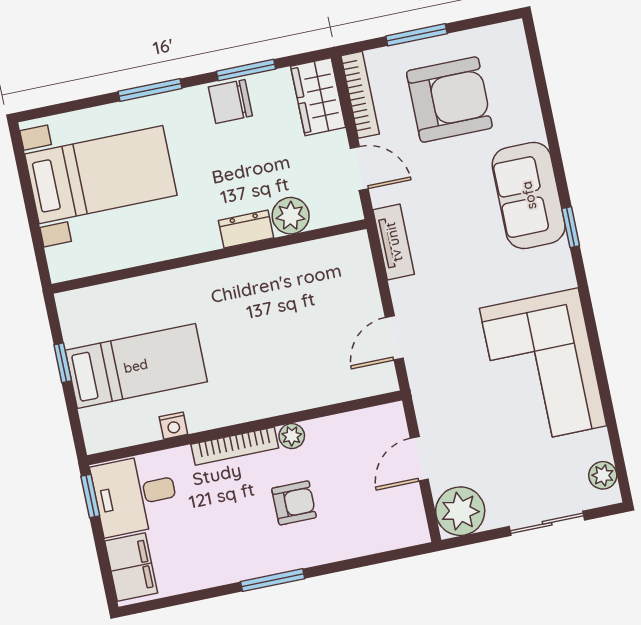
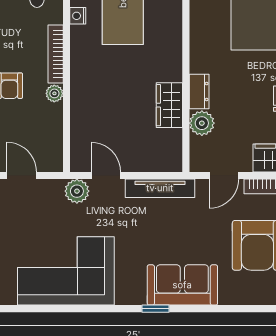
tv unit: (394, 242) -> (160, 188), width x1.41
wardrobe: (274, 268) -> (169, 105), added
plant: (425, 375) -> (77, 191), added

